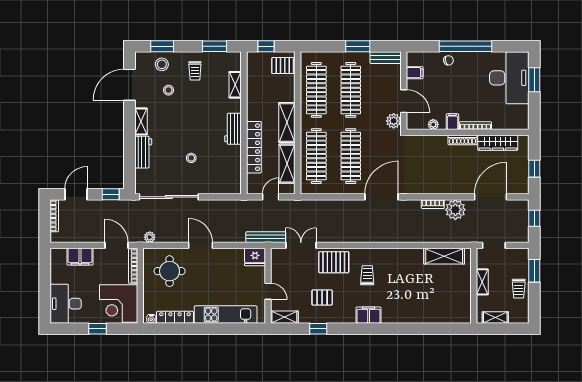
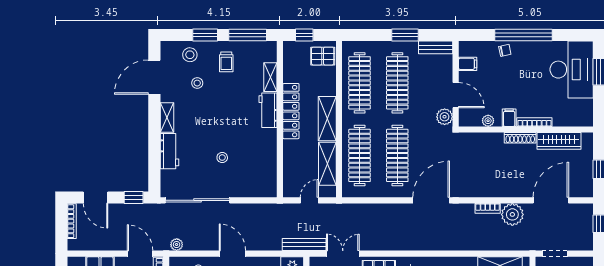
window: (162, 46) -> (205, 35), moved
window: (214, 46) -> (248, 35), width x1.44
workbench: (233, 129) -> (268, 110), moved
locker: (254, 147) -> (291, 111), moved
door: (76, 194) -> (96, 197), swing flipped

